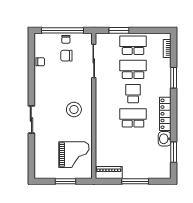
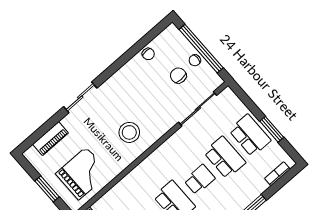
window: (119, 30) -> (272, 129), moved
piano: (40, 155) -> (51, 139), added
grand piano: (74, 155) -> (82, 173), turned -90

